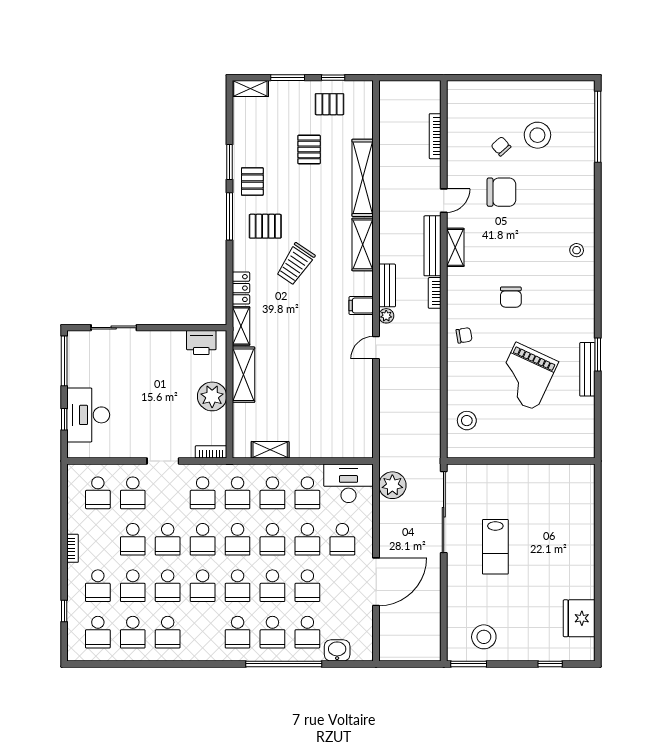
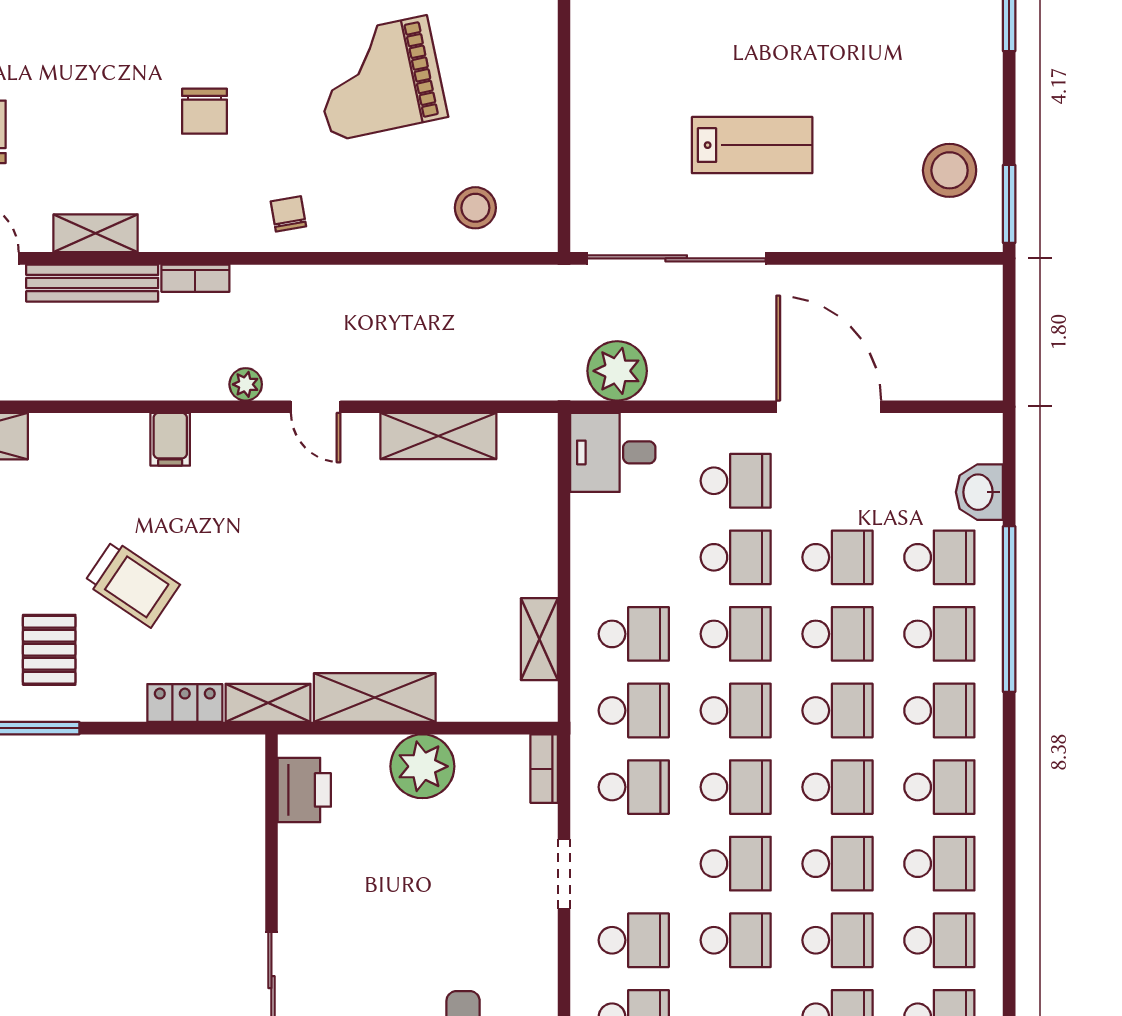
shelving: (363, 244) -> (438, 436), moved
bench: (387, 285) -> (179, 383), removed
chair: (511, 297) -> (205, 111), turned 90
filing cabinet: (361, 305) -> (170, 439), moved
grand piano: (526, 377) -> (379, 78), turned 143
desk: (349, 483) -> (613, 452), width x0.73
school desk: (307, 493) -> (939, 787), moved

